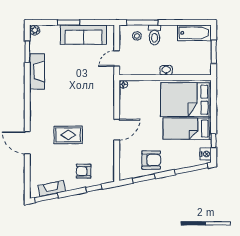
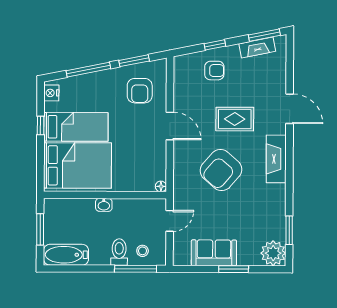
plant: (35, 30) -> (273, 253), width x1.87, depth x1.87
sofa: (83, 35) -> (214, 253), width x0.73
fireplace: (37, 71) -> (276, 159), moved
armchair: (78, 97) -> (221, 170), added
door: (117, 130) -> (170, 126), swing flipped
window: (214, 141) -> (41, 126), moved
armchair: (151, 160) -> (140, 91), moved, turned -90
window: (191, 169) -> (88, 70), moved
window: (94, 188) -> (215, 45), moved

